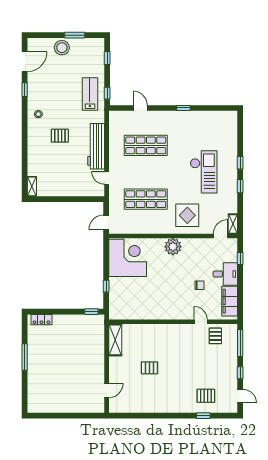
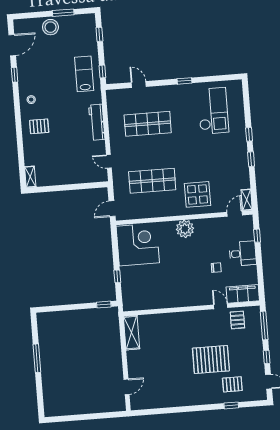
pallet: (60, 136) -> (39, 126), moved
workbench: (96, 146) -> (97, 122), width x0.73, depth x0.76
checkout: (204, 172) -> (213, 111), moved
filing cabinet: (230, 301) -> (243, 294), moved, turned 90
locker: (41, 320) -> (52, 317), removed
pallet: (149, 368) -> (211, 359), moved, width x2.05, depth x2.00

